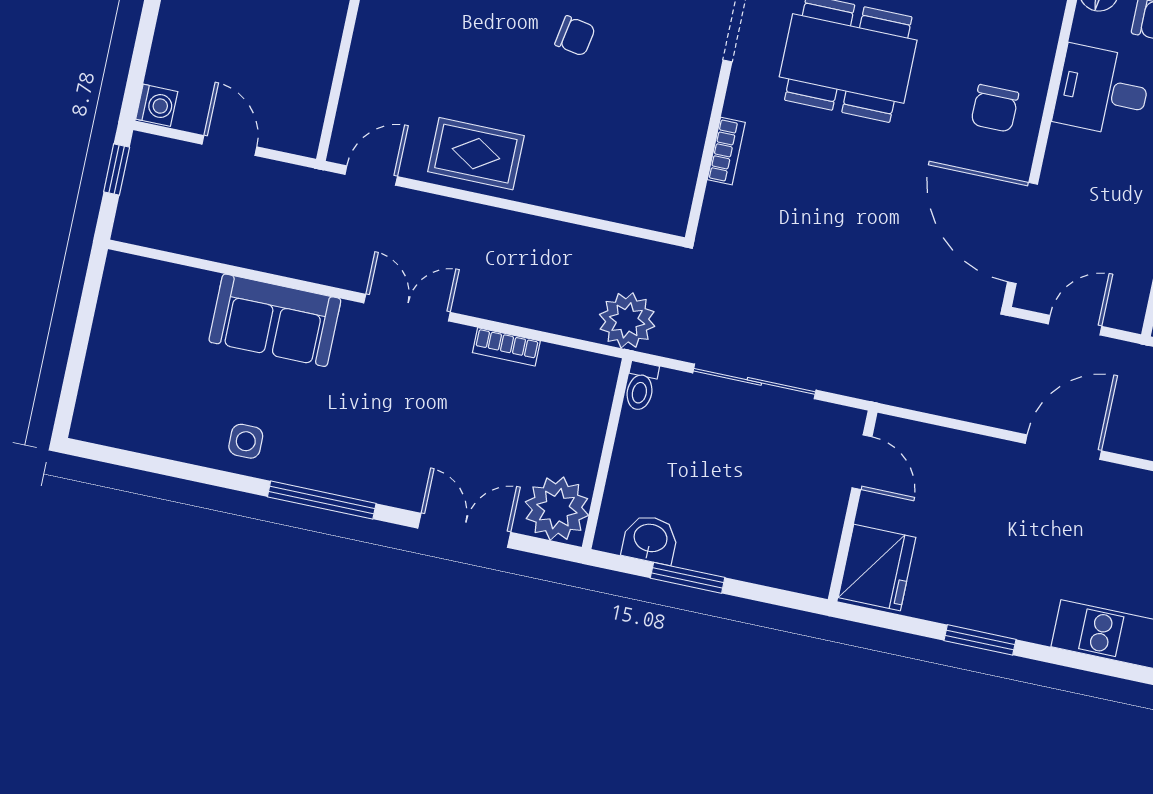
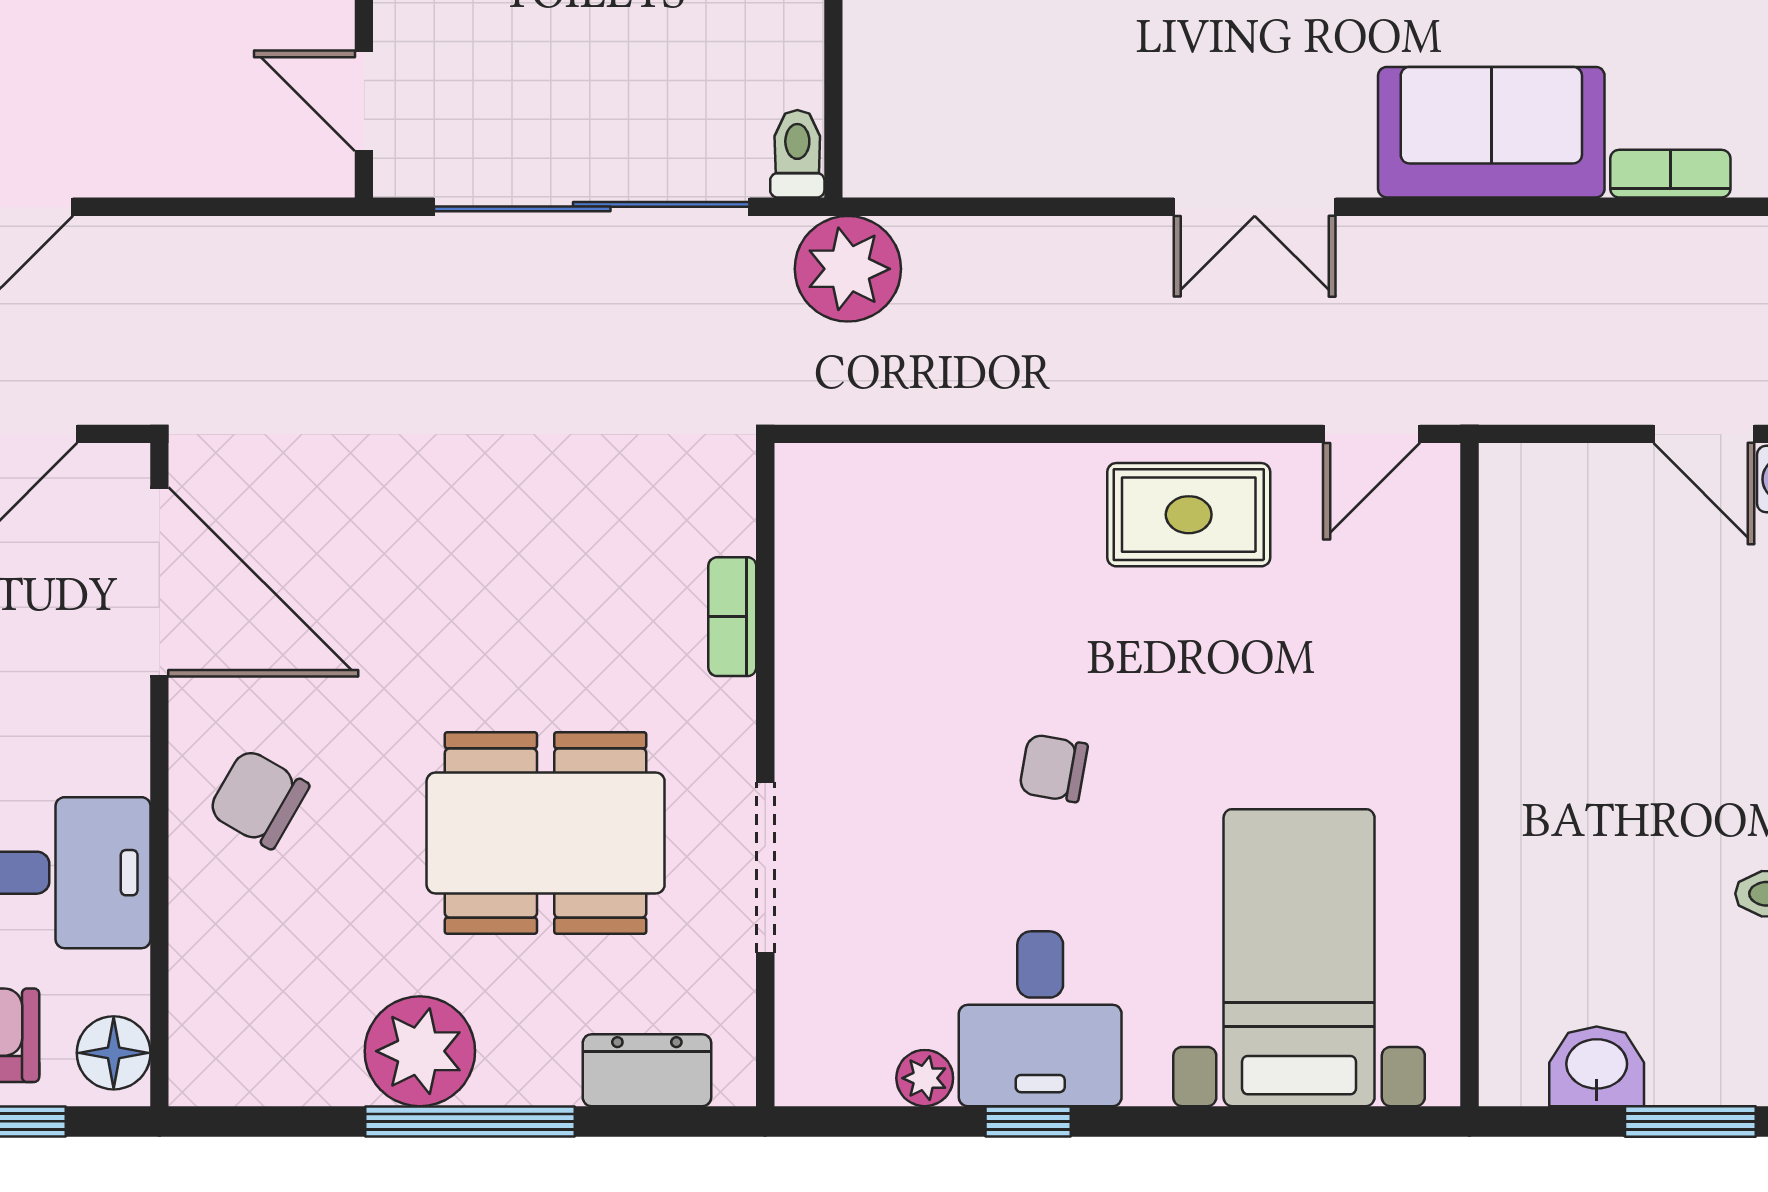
chair: (995, 108) -> (258, 799), turned -60
door: (229, 145) -> (1704, 434), moved
bookcase: (506, 347) -> (1670, 174), moved
sliding door: (754, 381) -> (592, 207), width x1.36

